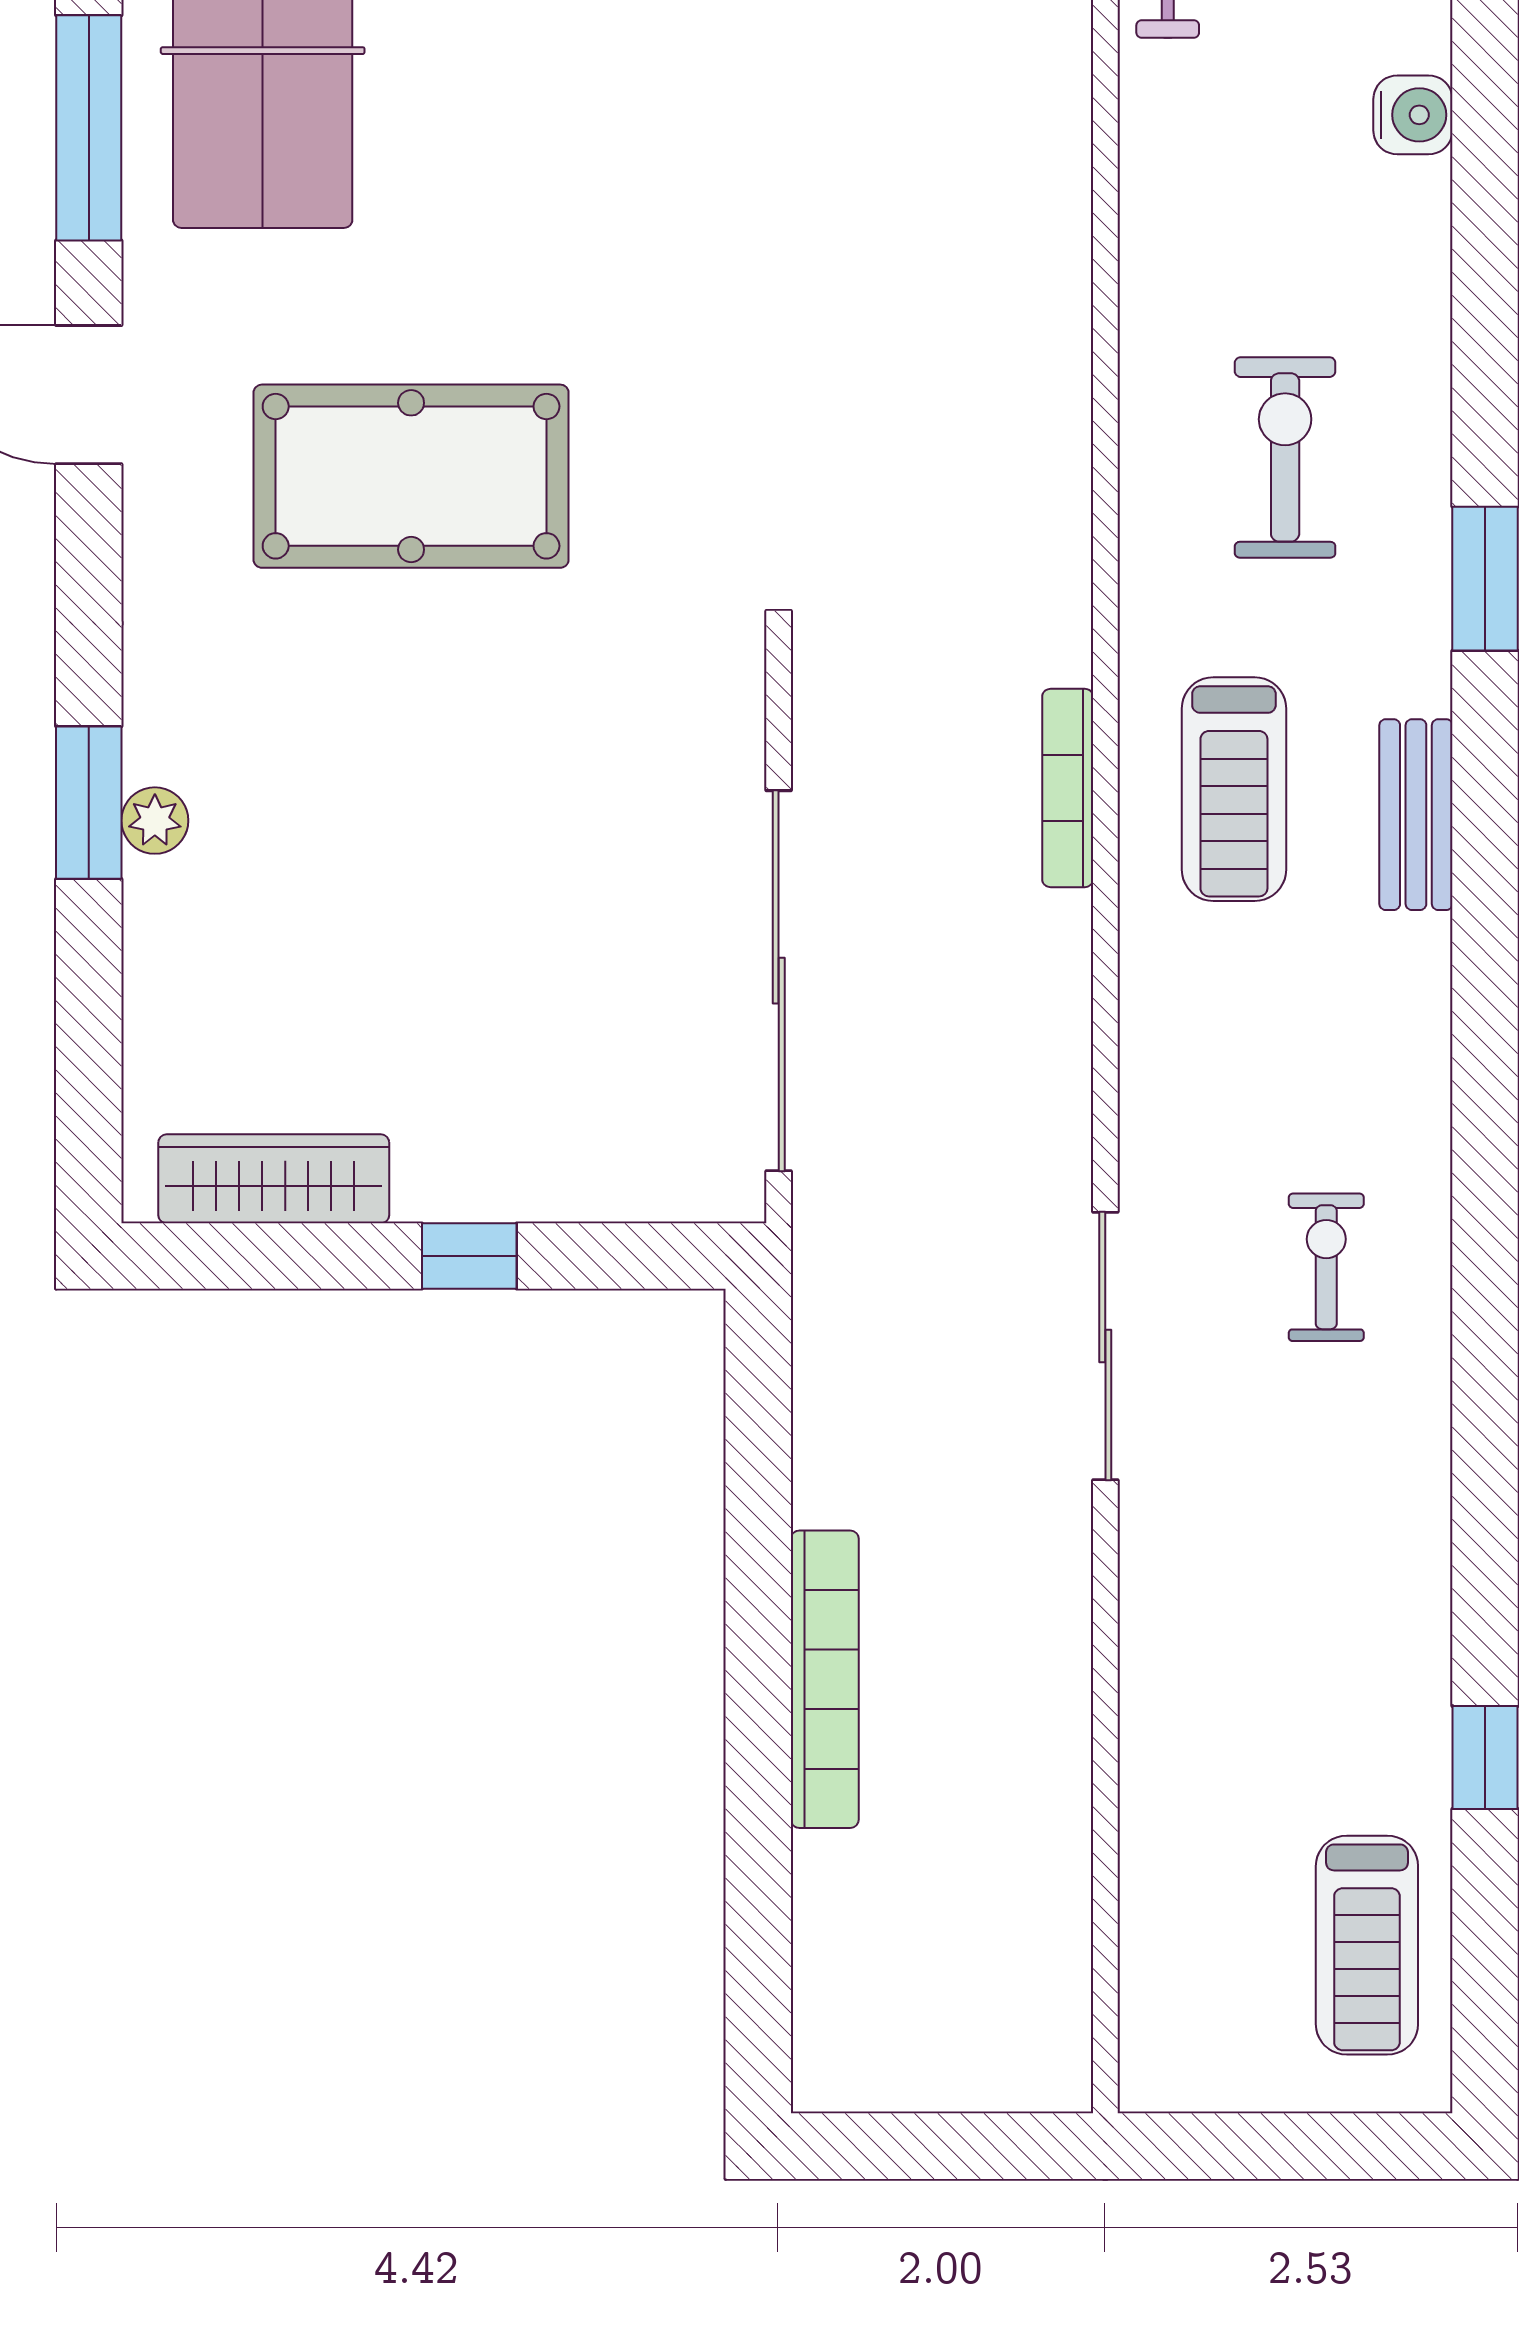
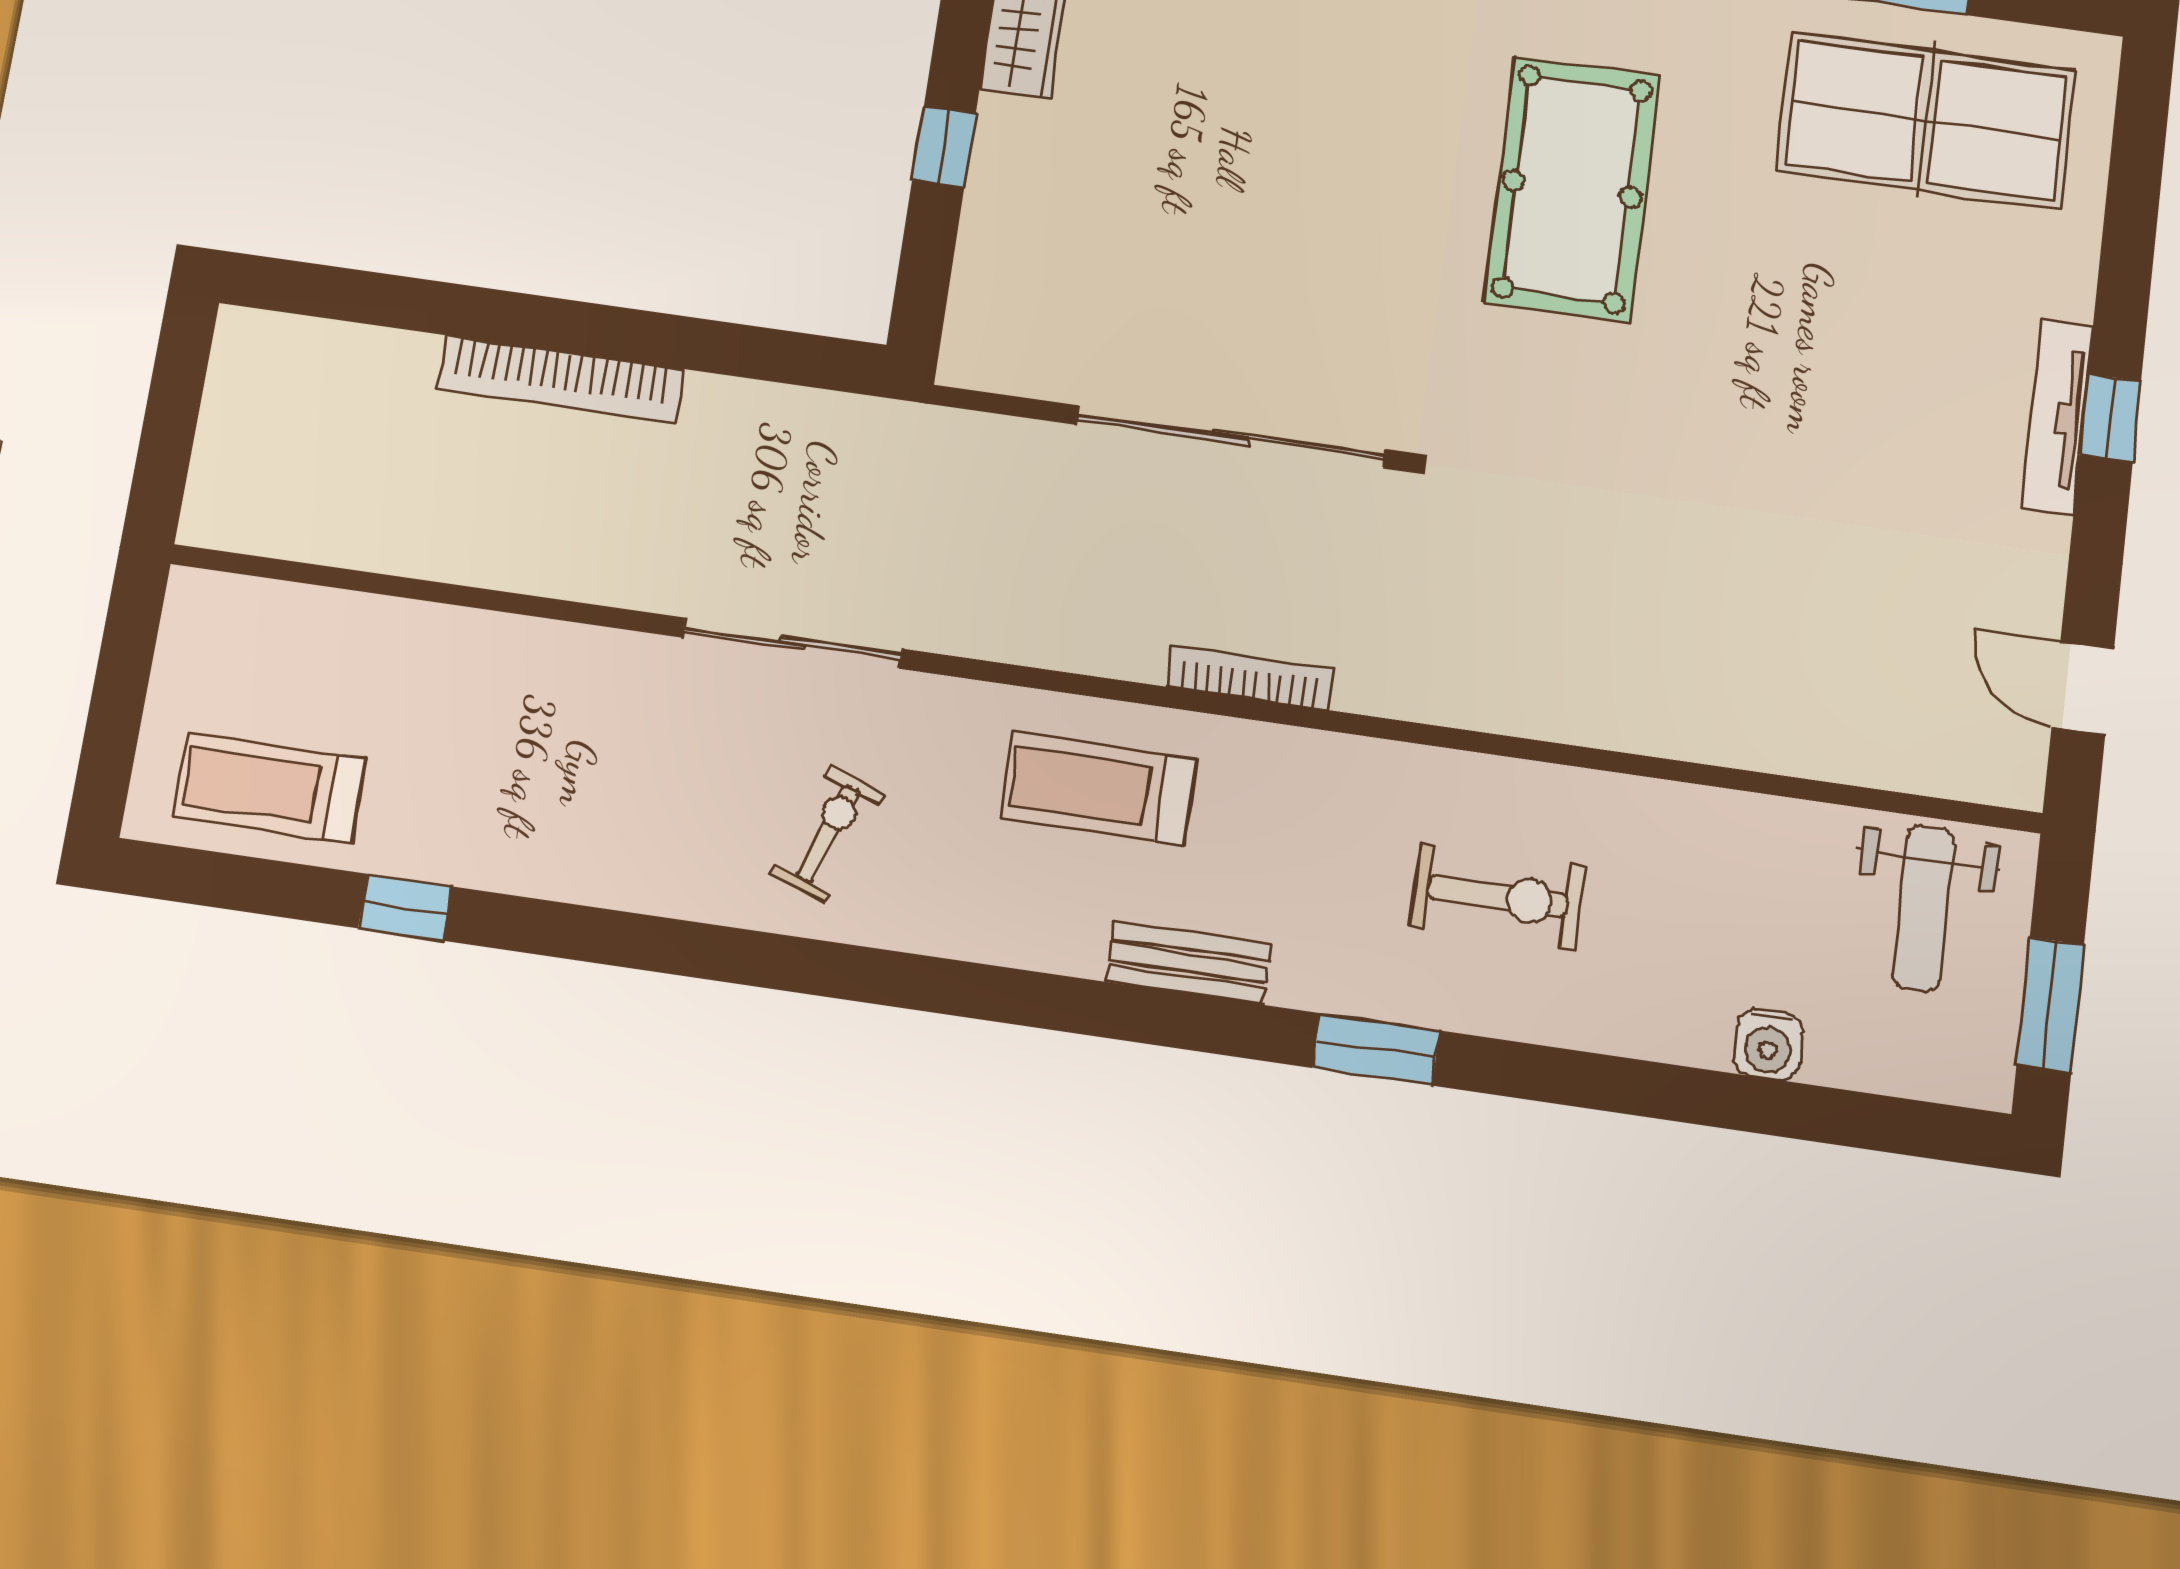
treadmill: (1234, 789) -> (1098, 789), moved
sliding door: (779, 981) -> (1231, 437), moved
exercise bike: (1326, 1267) -> (828, 834), turned -70

